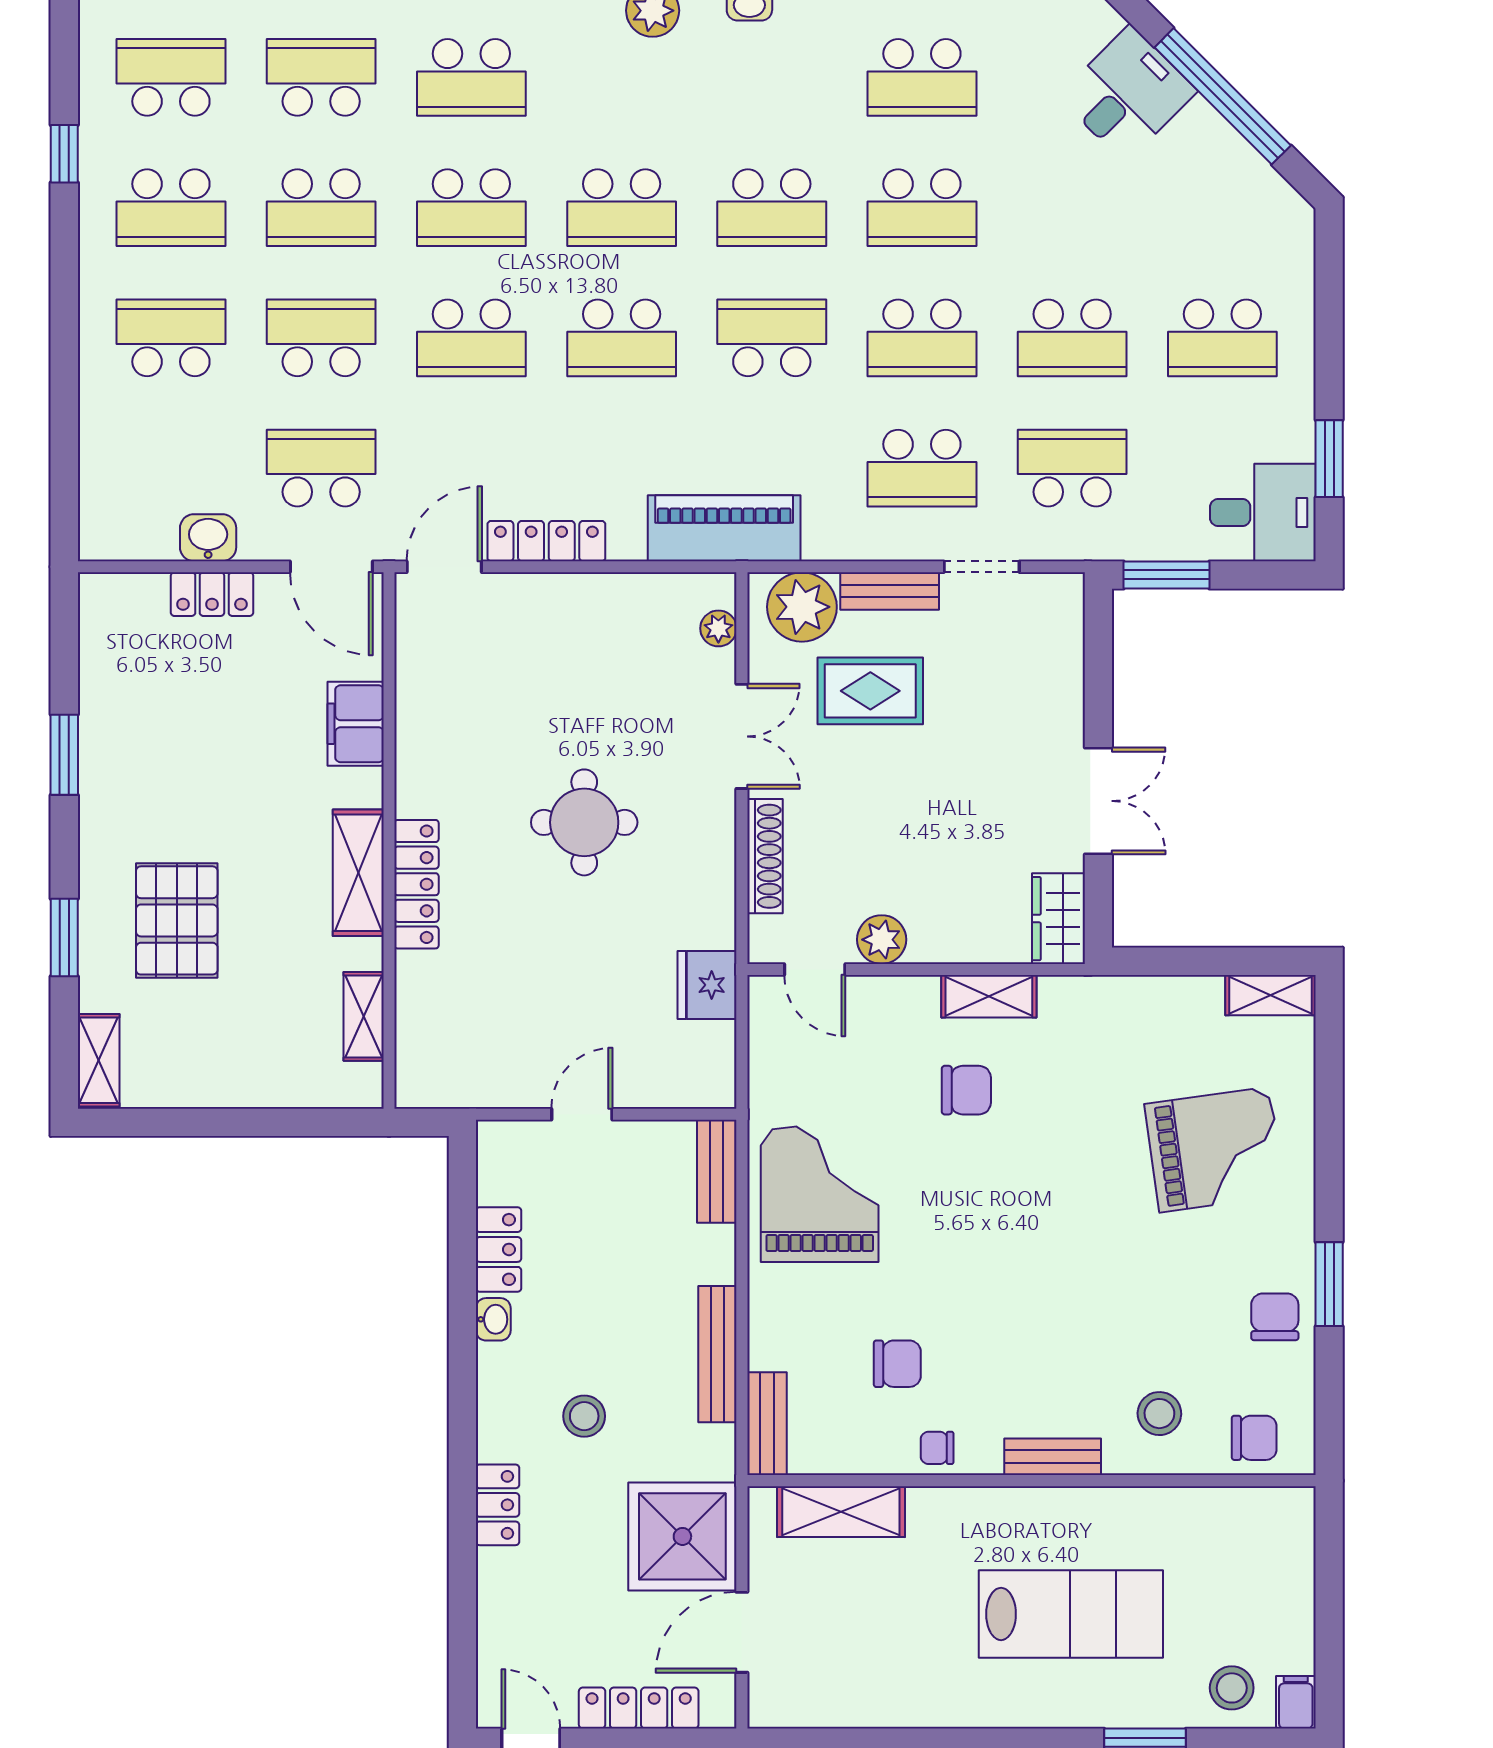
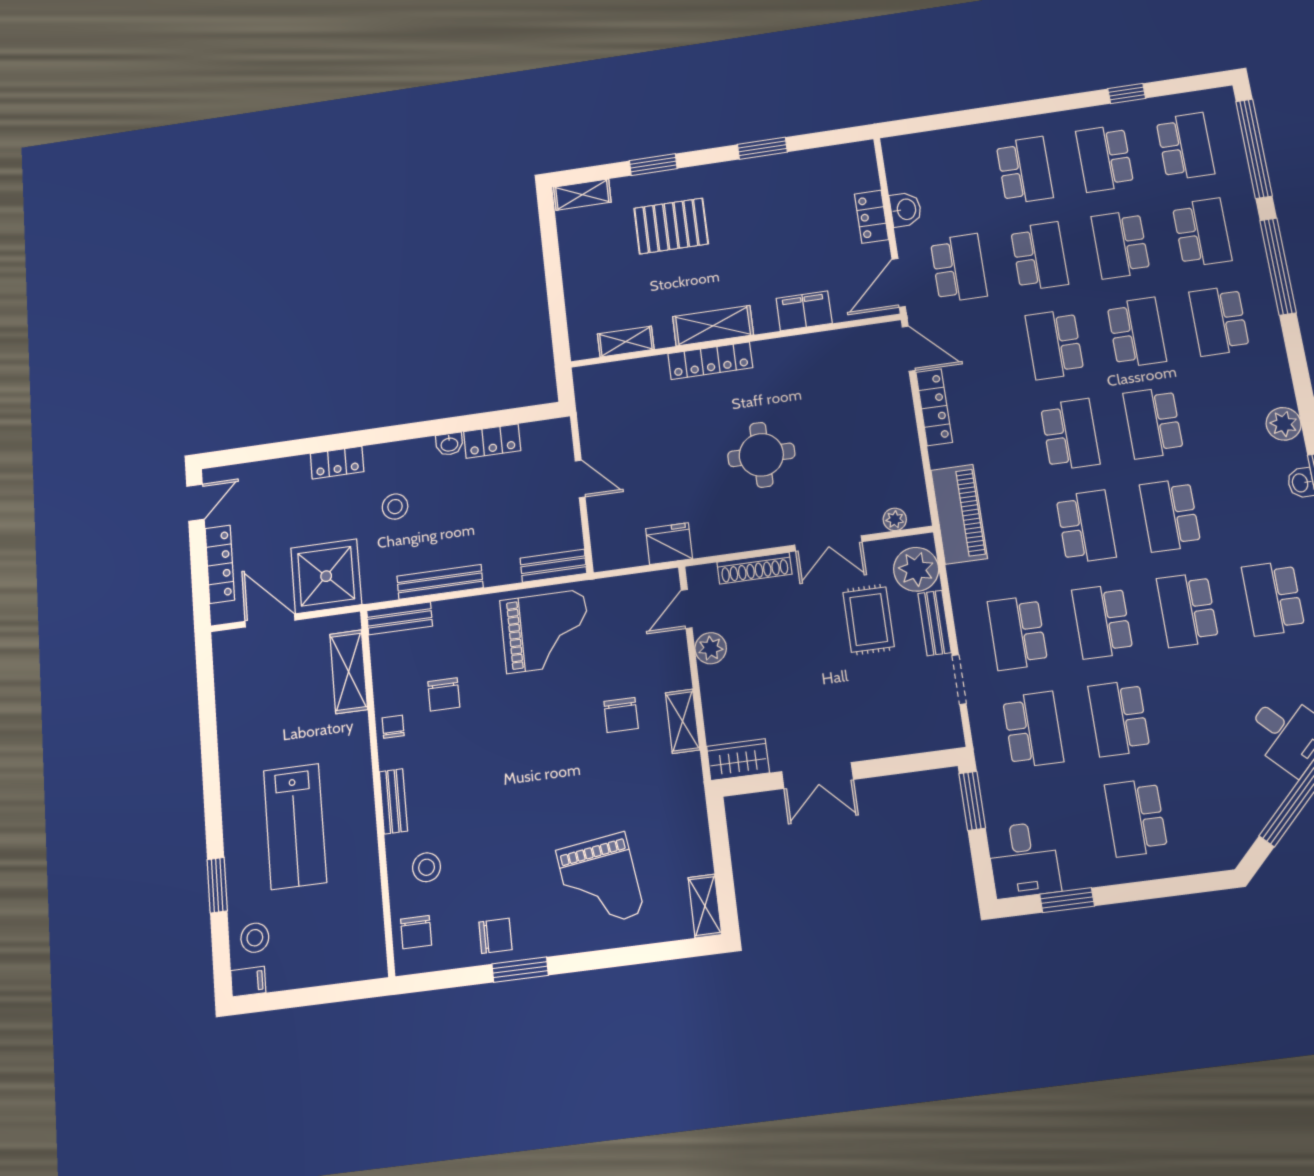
school desk: (471, 208) -> (1137, 332), turned 180
school desk: (622, 338) -> (1070, 434), turned 180

